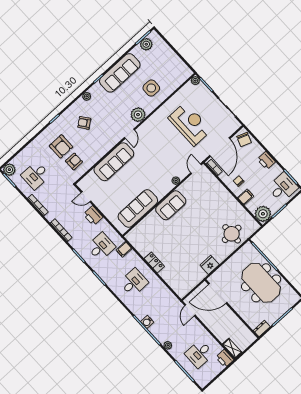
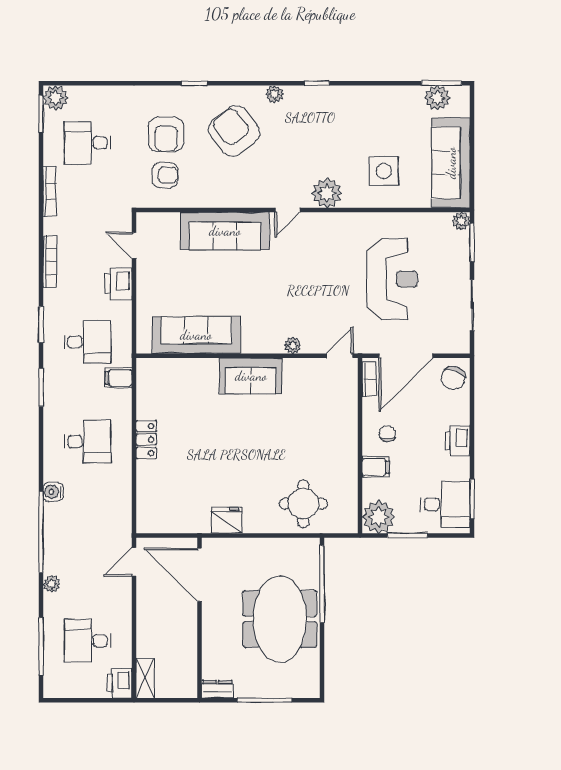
sofa: (120, 73) -> (451, 163), moved, turned 90
armchair: (84, 123) -> (234, 131), width x1.88, depth x1.88
water cooler: (147, 322) -> (53, 492), moved

